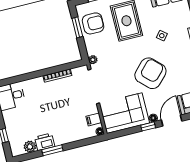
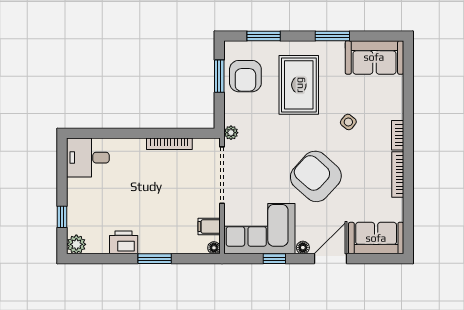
armchair: (93, 23) -> (245, 76), turned 90
armchair: (150, 73) -> (316, 176), turned -92
window: (148, 126) -> (274, 259), moved
plant: (30, 147) -> (76, 244), moved
window: (52, 150) -> (155, 259), moved

